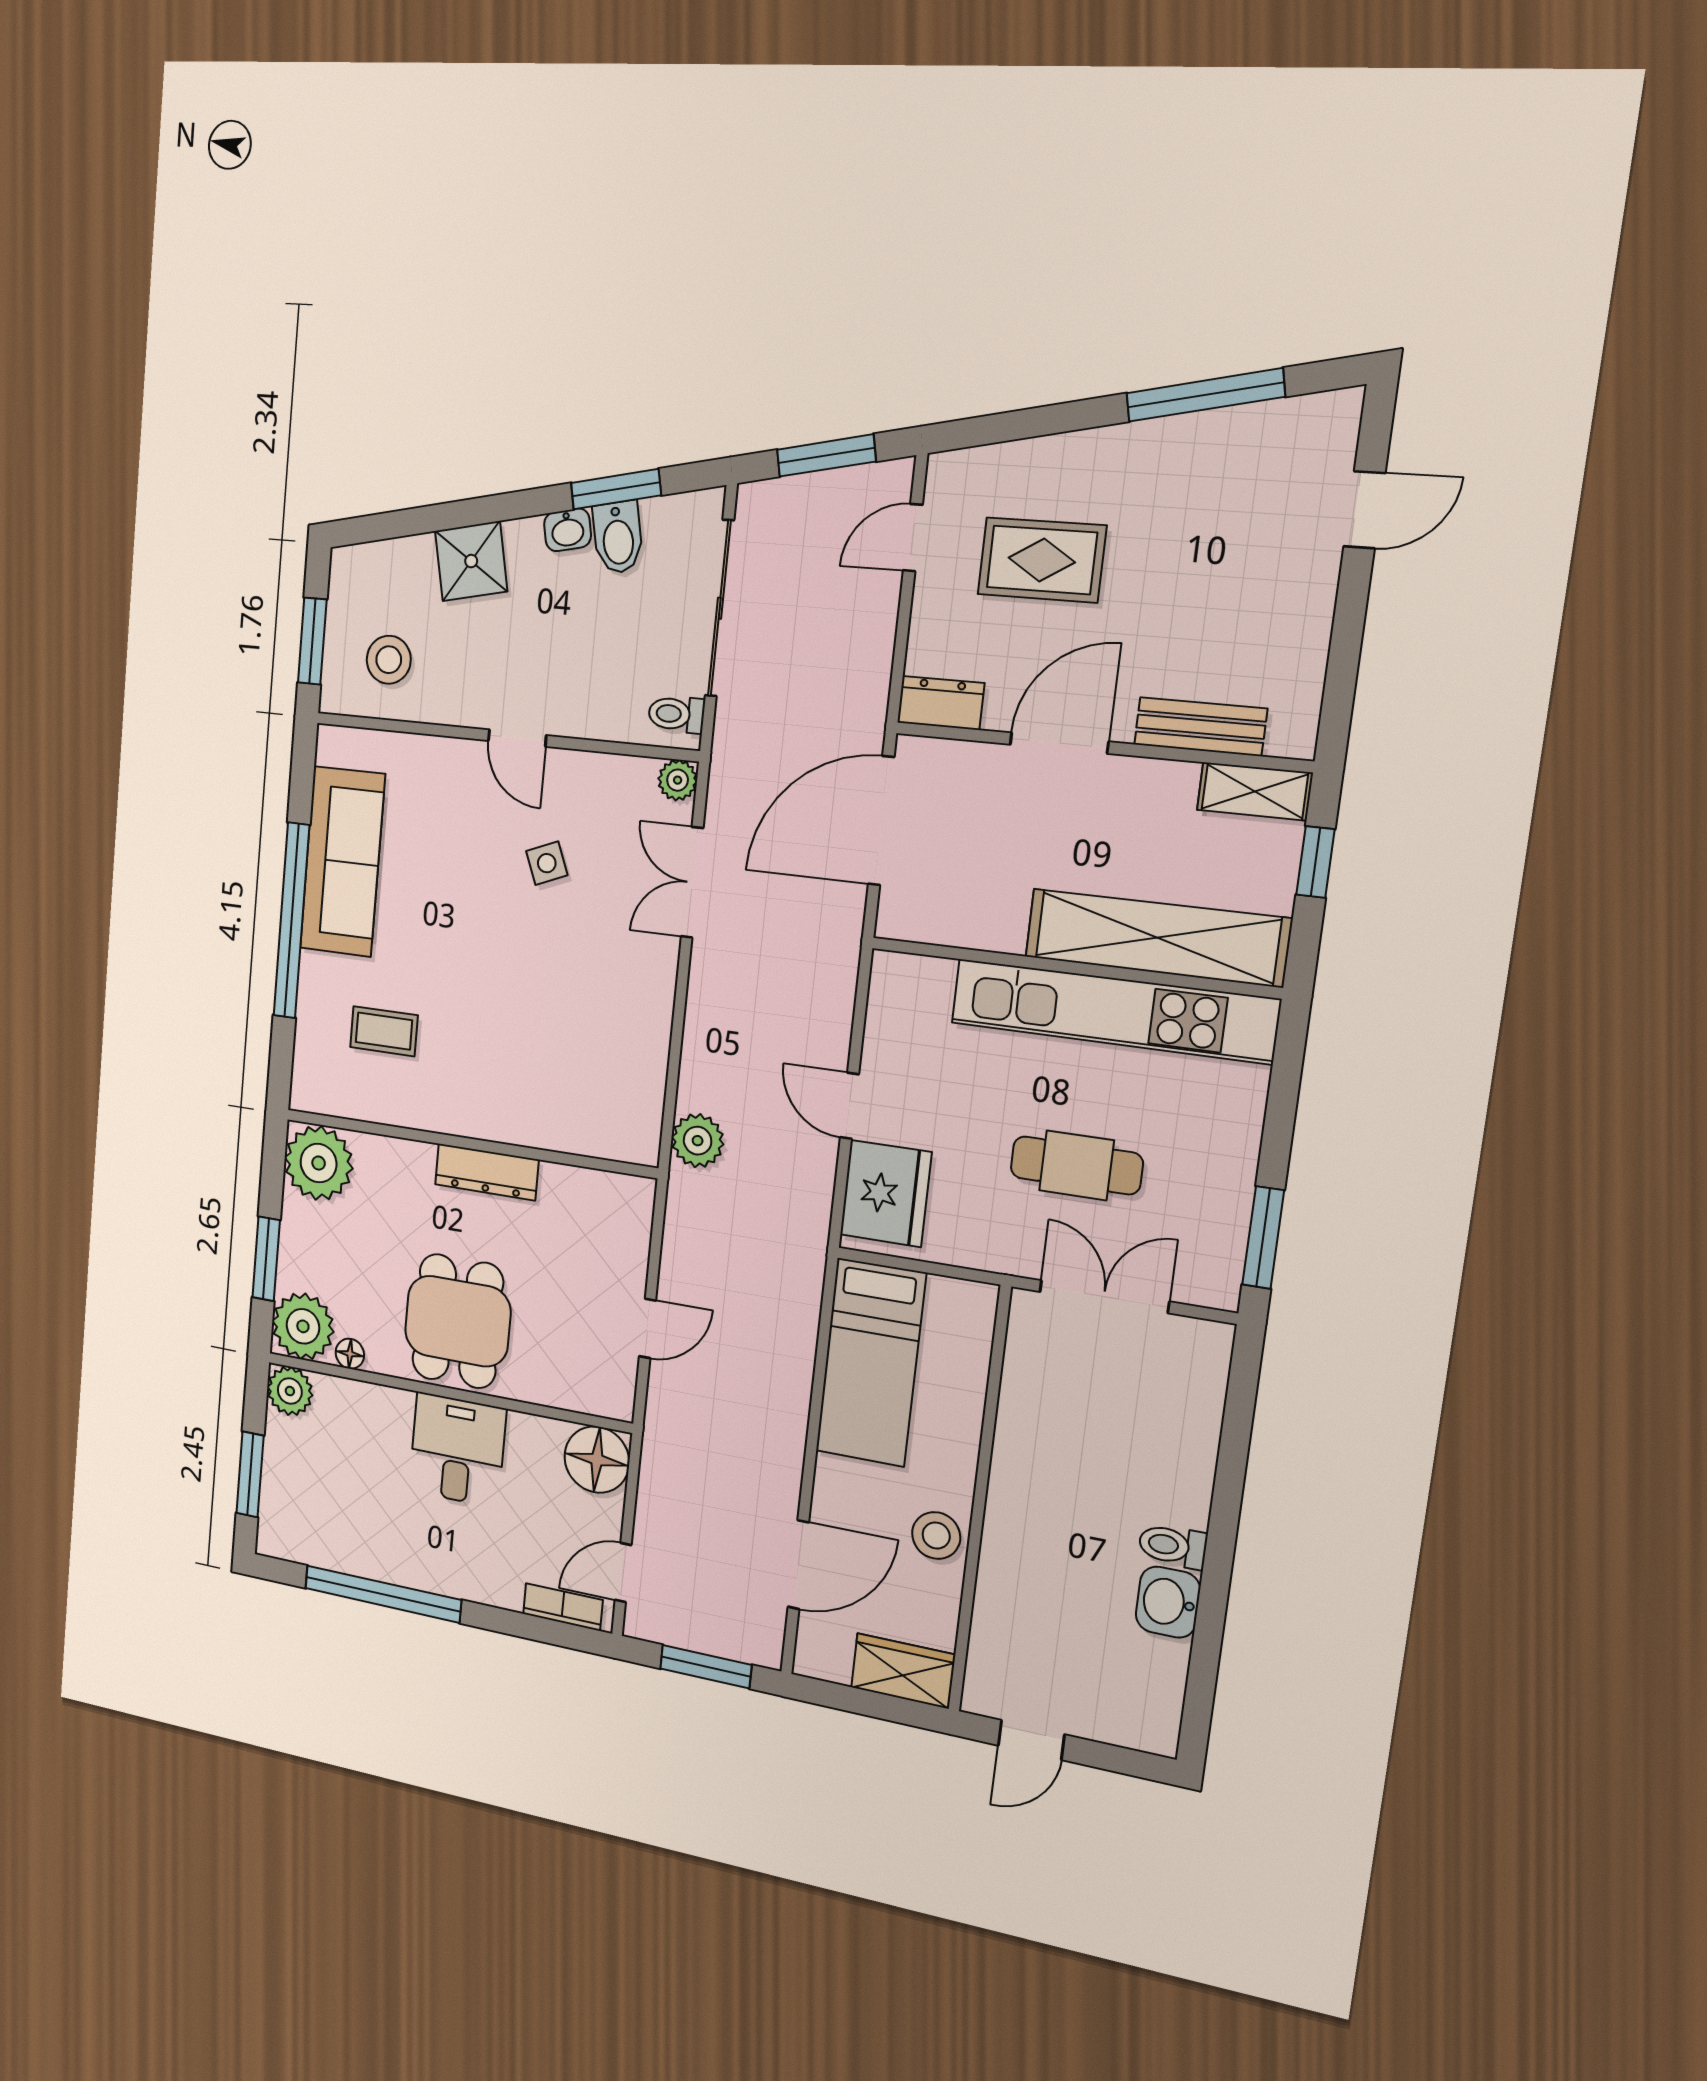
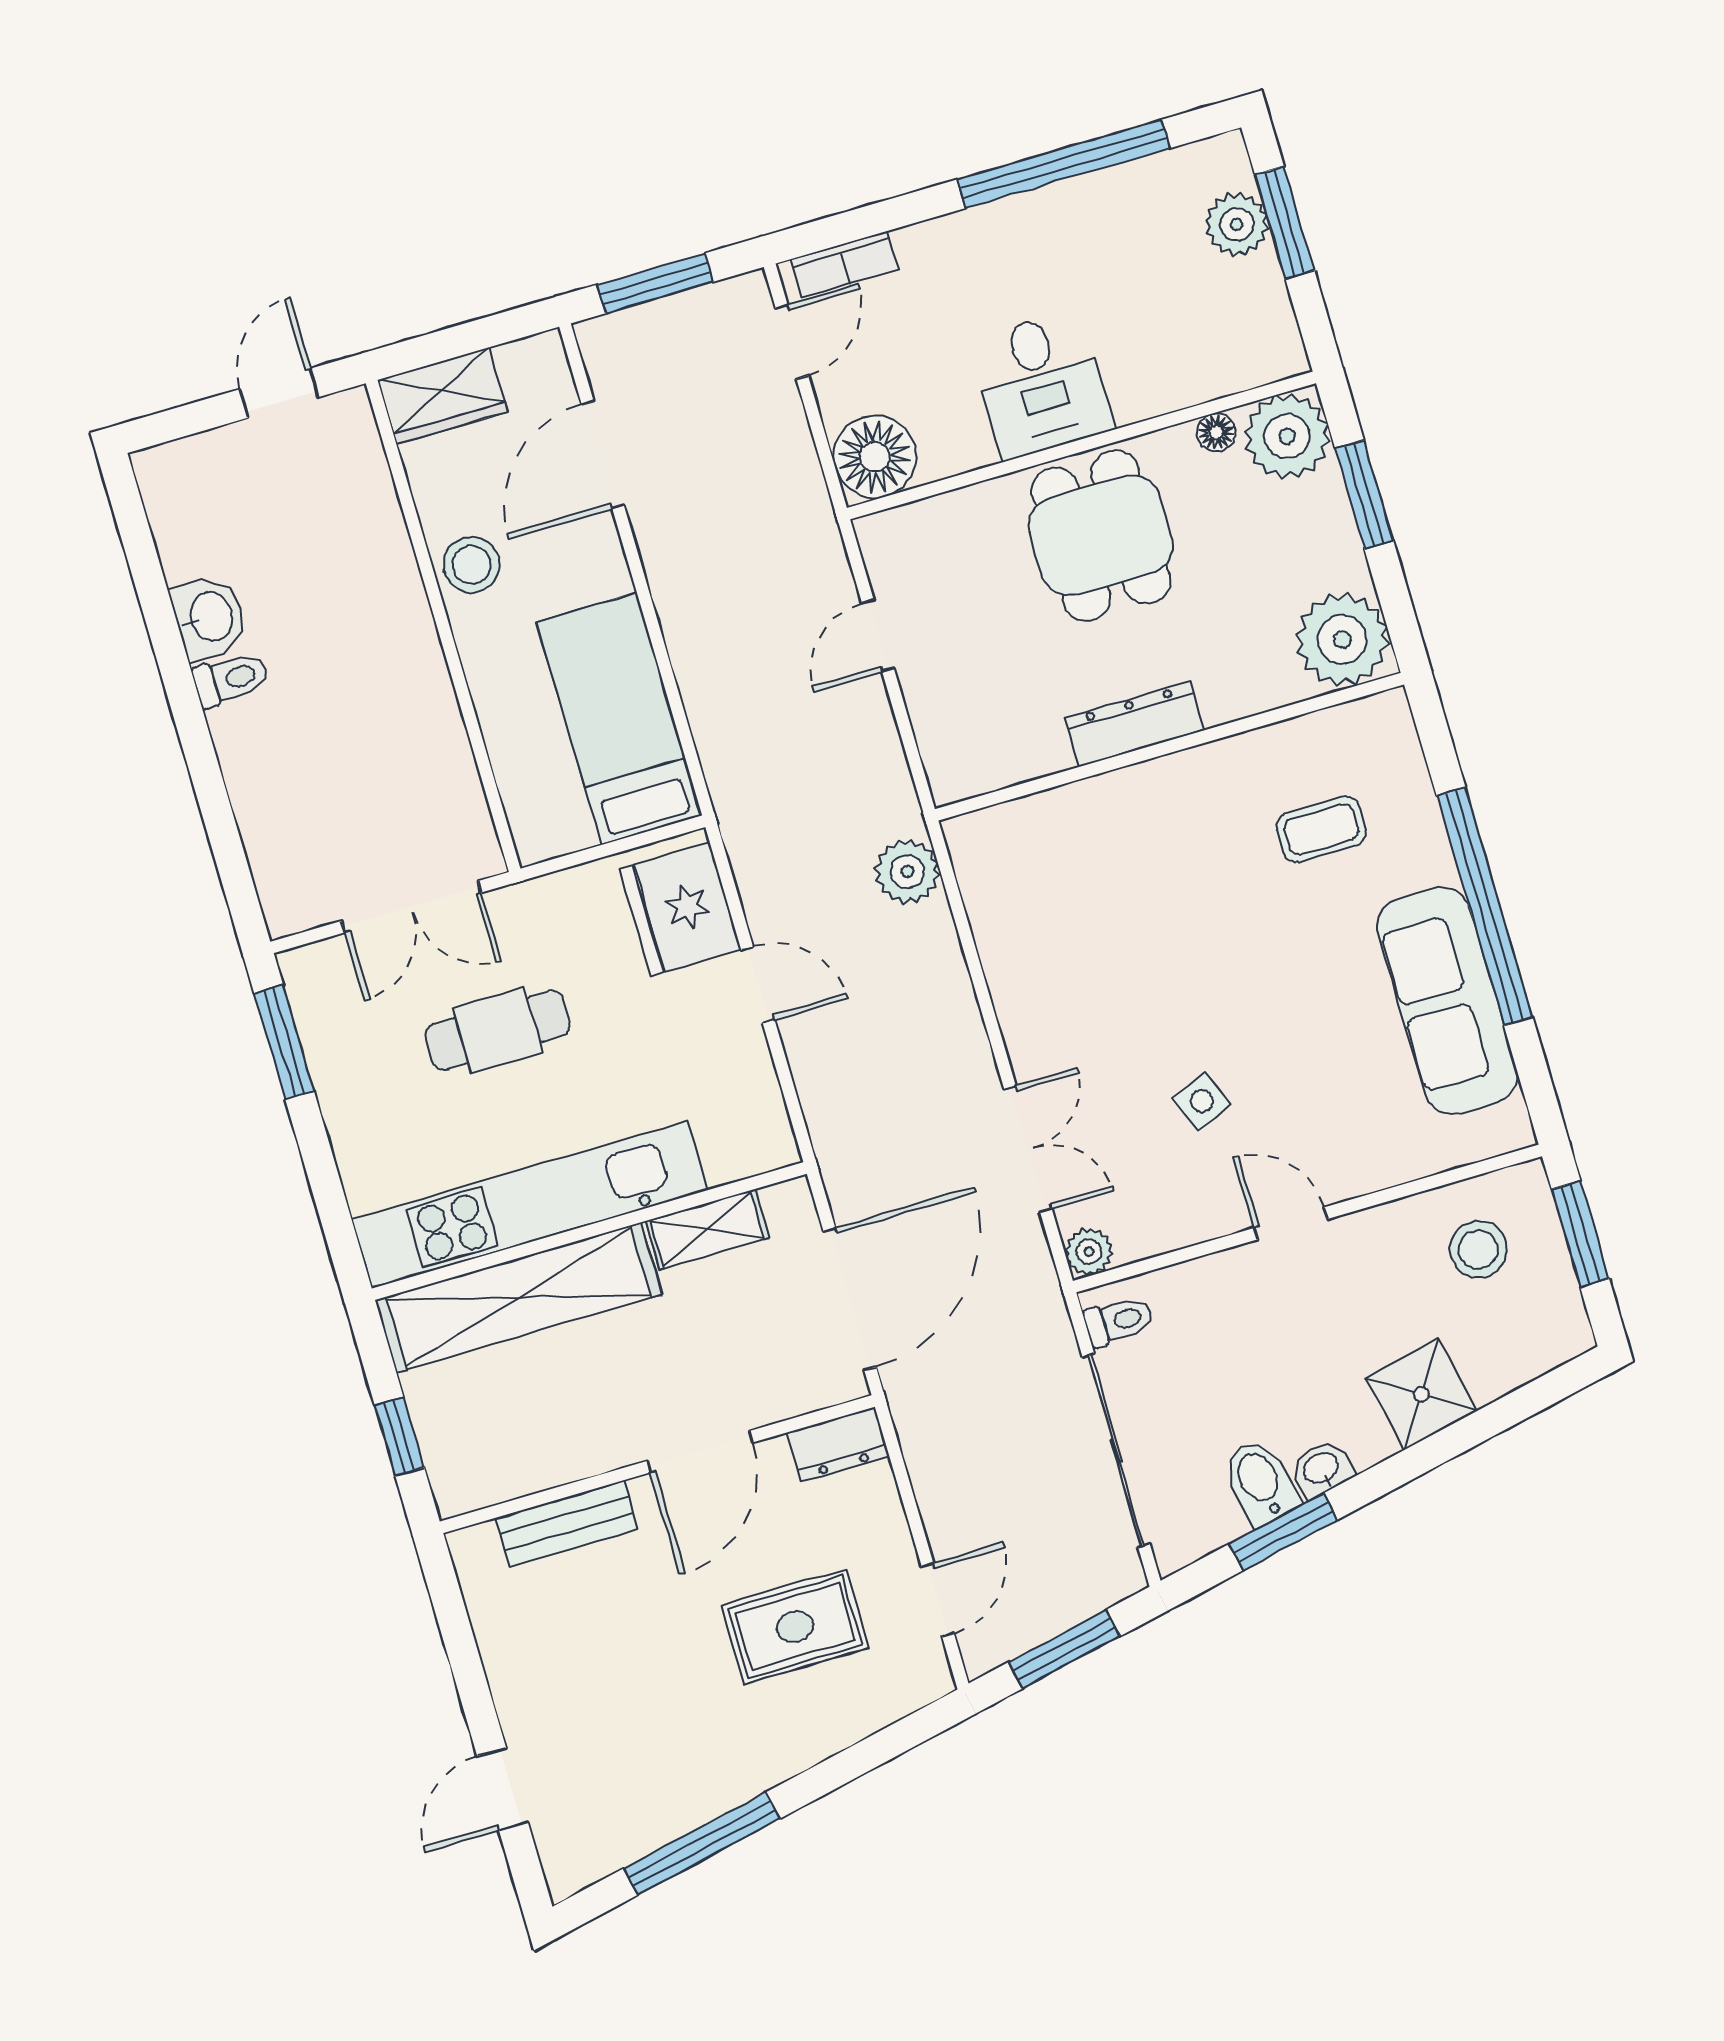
shelving: (1255, 791) -> (707, 1229), moved
plant: (290, 1391) -> (1237, 224), moved

